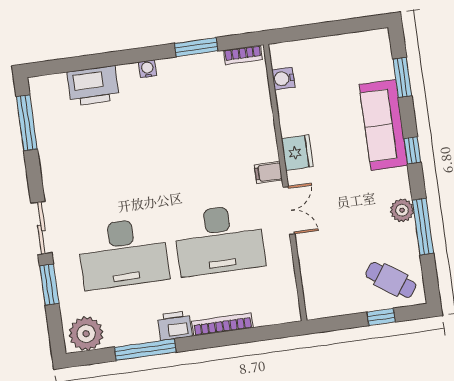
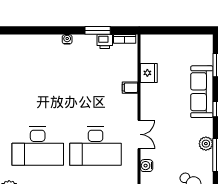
water cooler: (283, 78) -> (147, 166), moved
printer: (93, 86) -> (105, 41), moved, width x0.53, depth x0.68
fridge: (297, 153) -> (149, 73), moved
filing cabinet: (268, 172) -> (130, 88), moved

